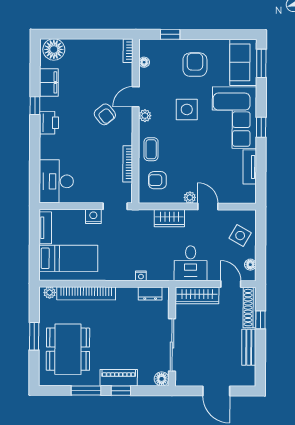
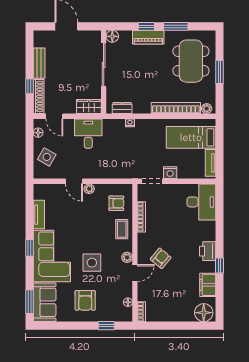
armchair: (105, 114) -> (161, 258), turned 79
wardrobe: (169, 218) -> (106, 171), removed
wardrobe: (197, 295) -> (89, 106), width x0.67

